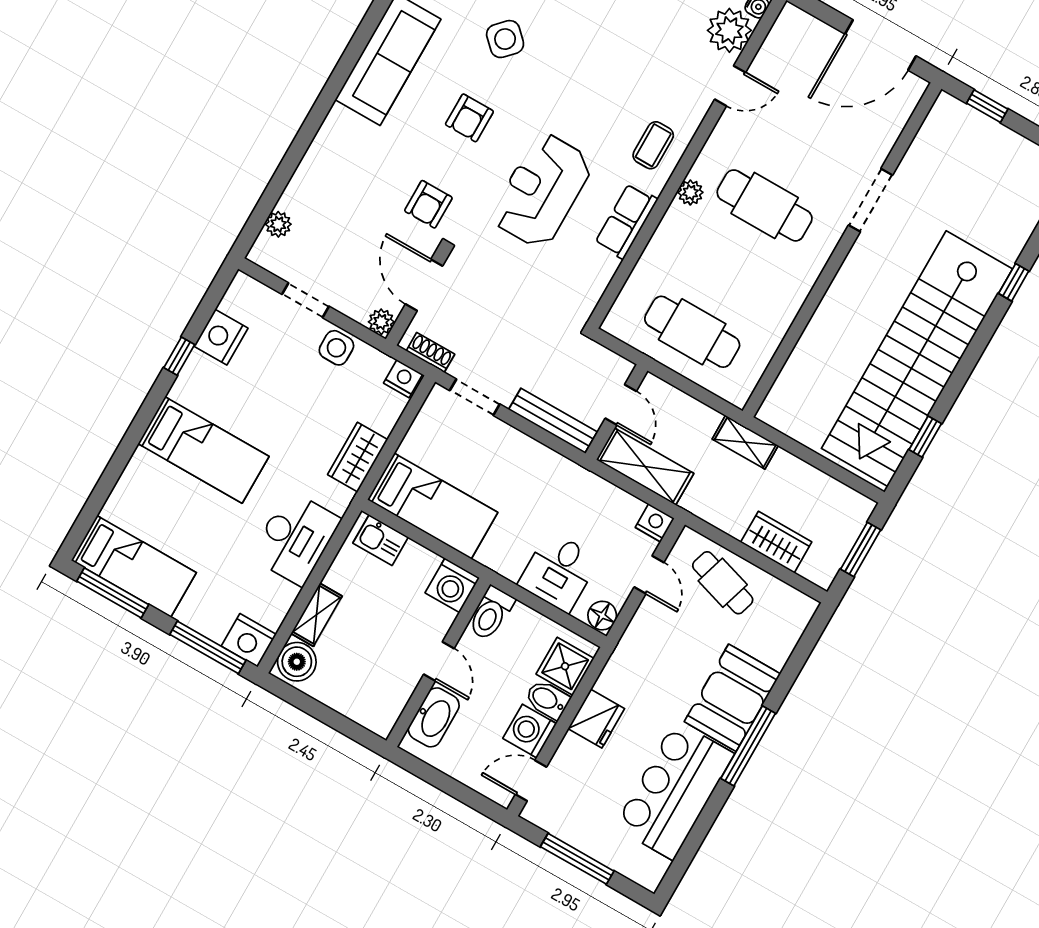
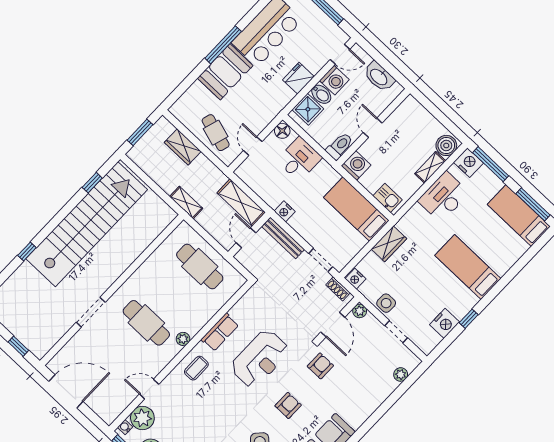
nightstand: (655, 523) -> (285, 211), moved
desk: (295, 538) -> (444, 197), moved
washbasin: (434, 717) -> (379, 77), moved, turned -90

